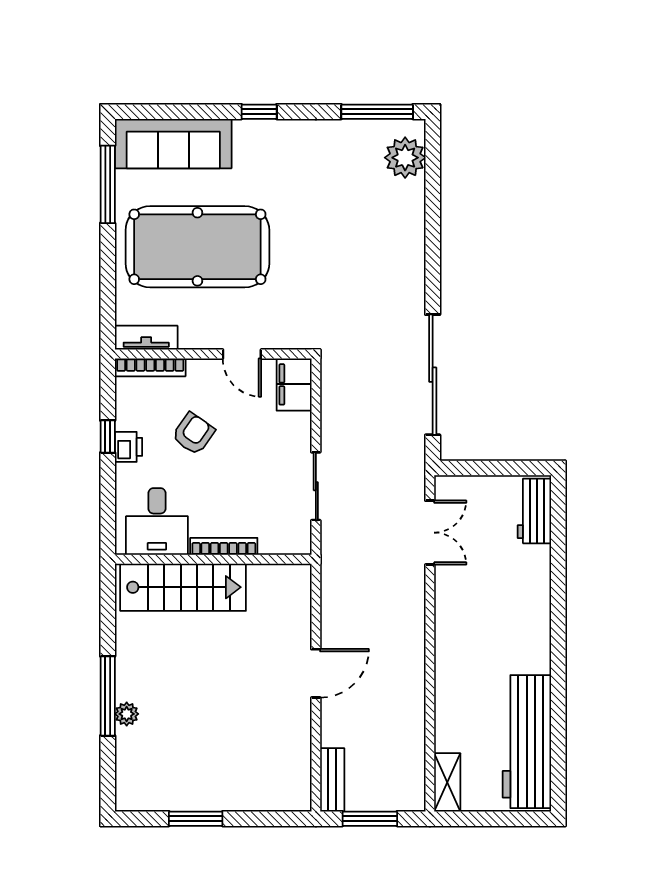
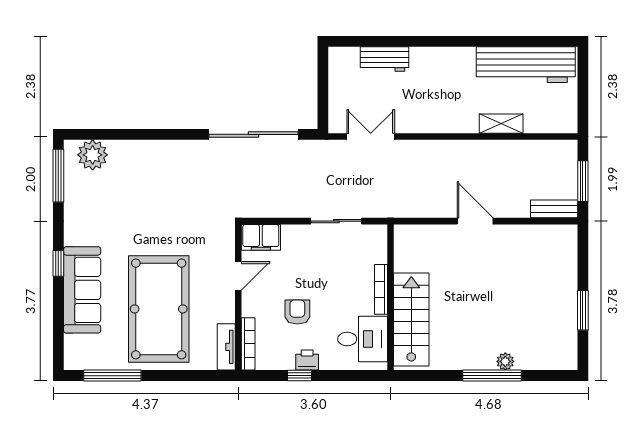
sofa: (173, 144) -> (82, 290), moved
armchair: (193, 434) -> (297, 312), turned 55
workbench: (534, 511) -> (385, 59), moved
shelving: (447, 782) -> (501, 124), moved

